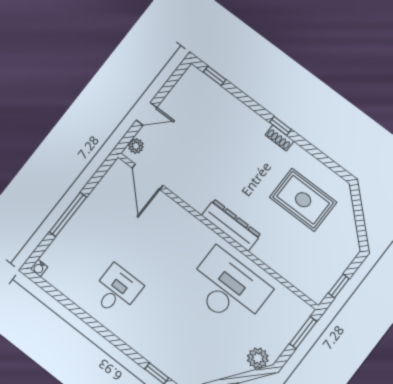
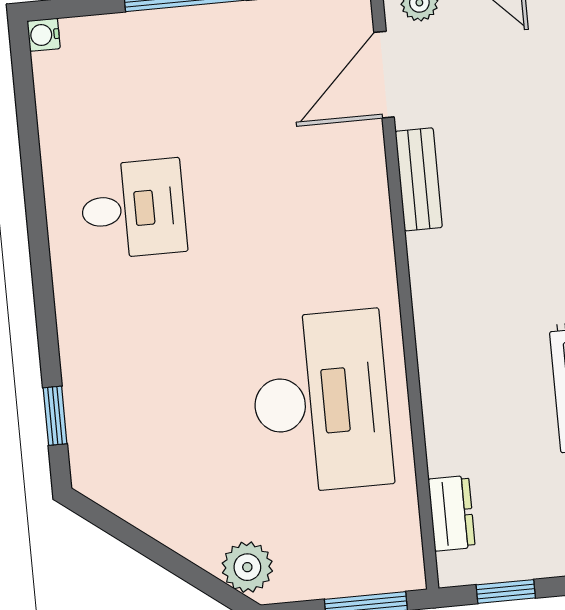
bench: (189, 196) -> (419, 179), added
dresser: (231, 225) -> (452, 513), moved, width x0.51, depth x0.80

